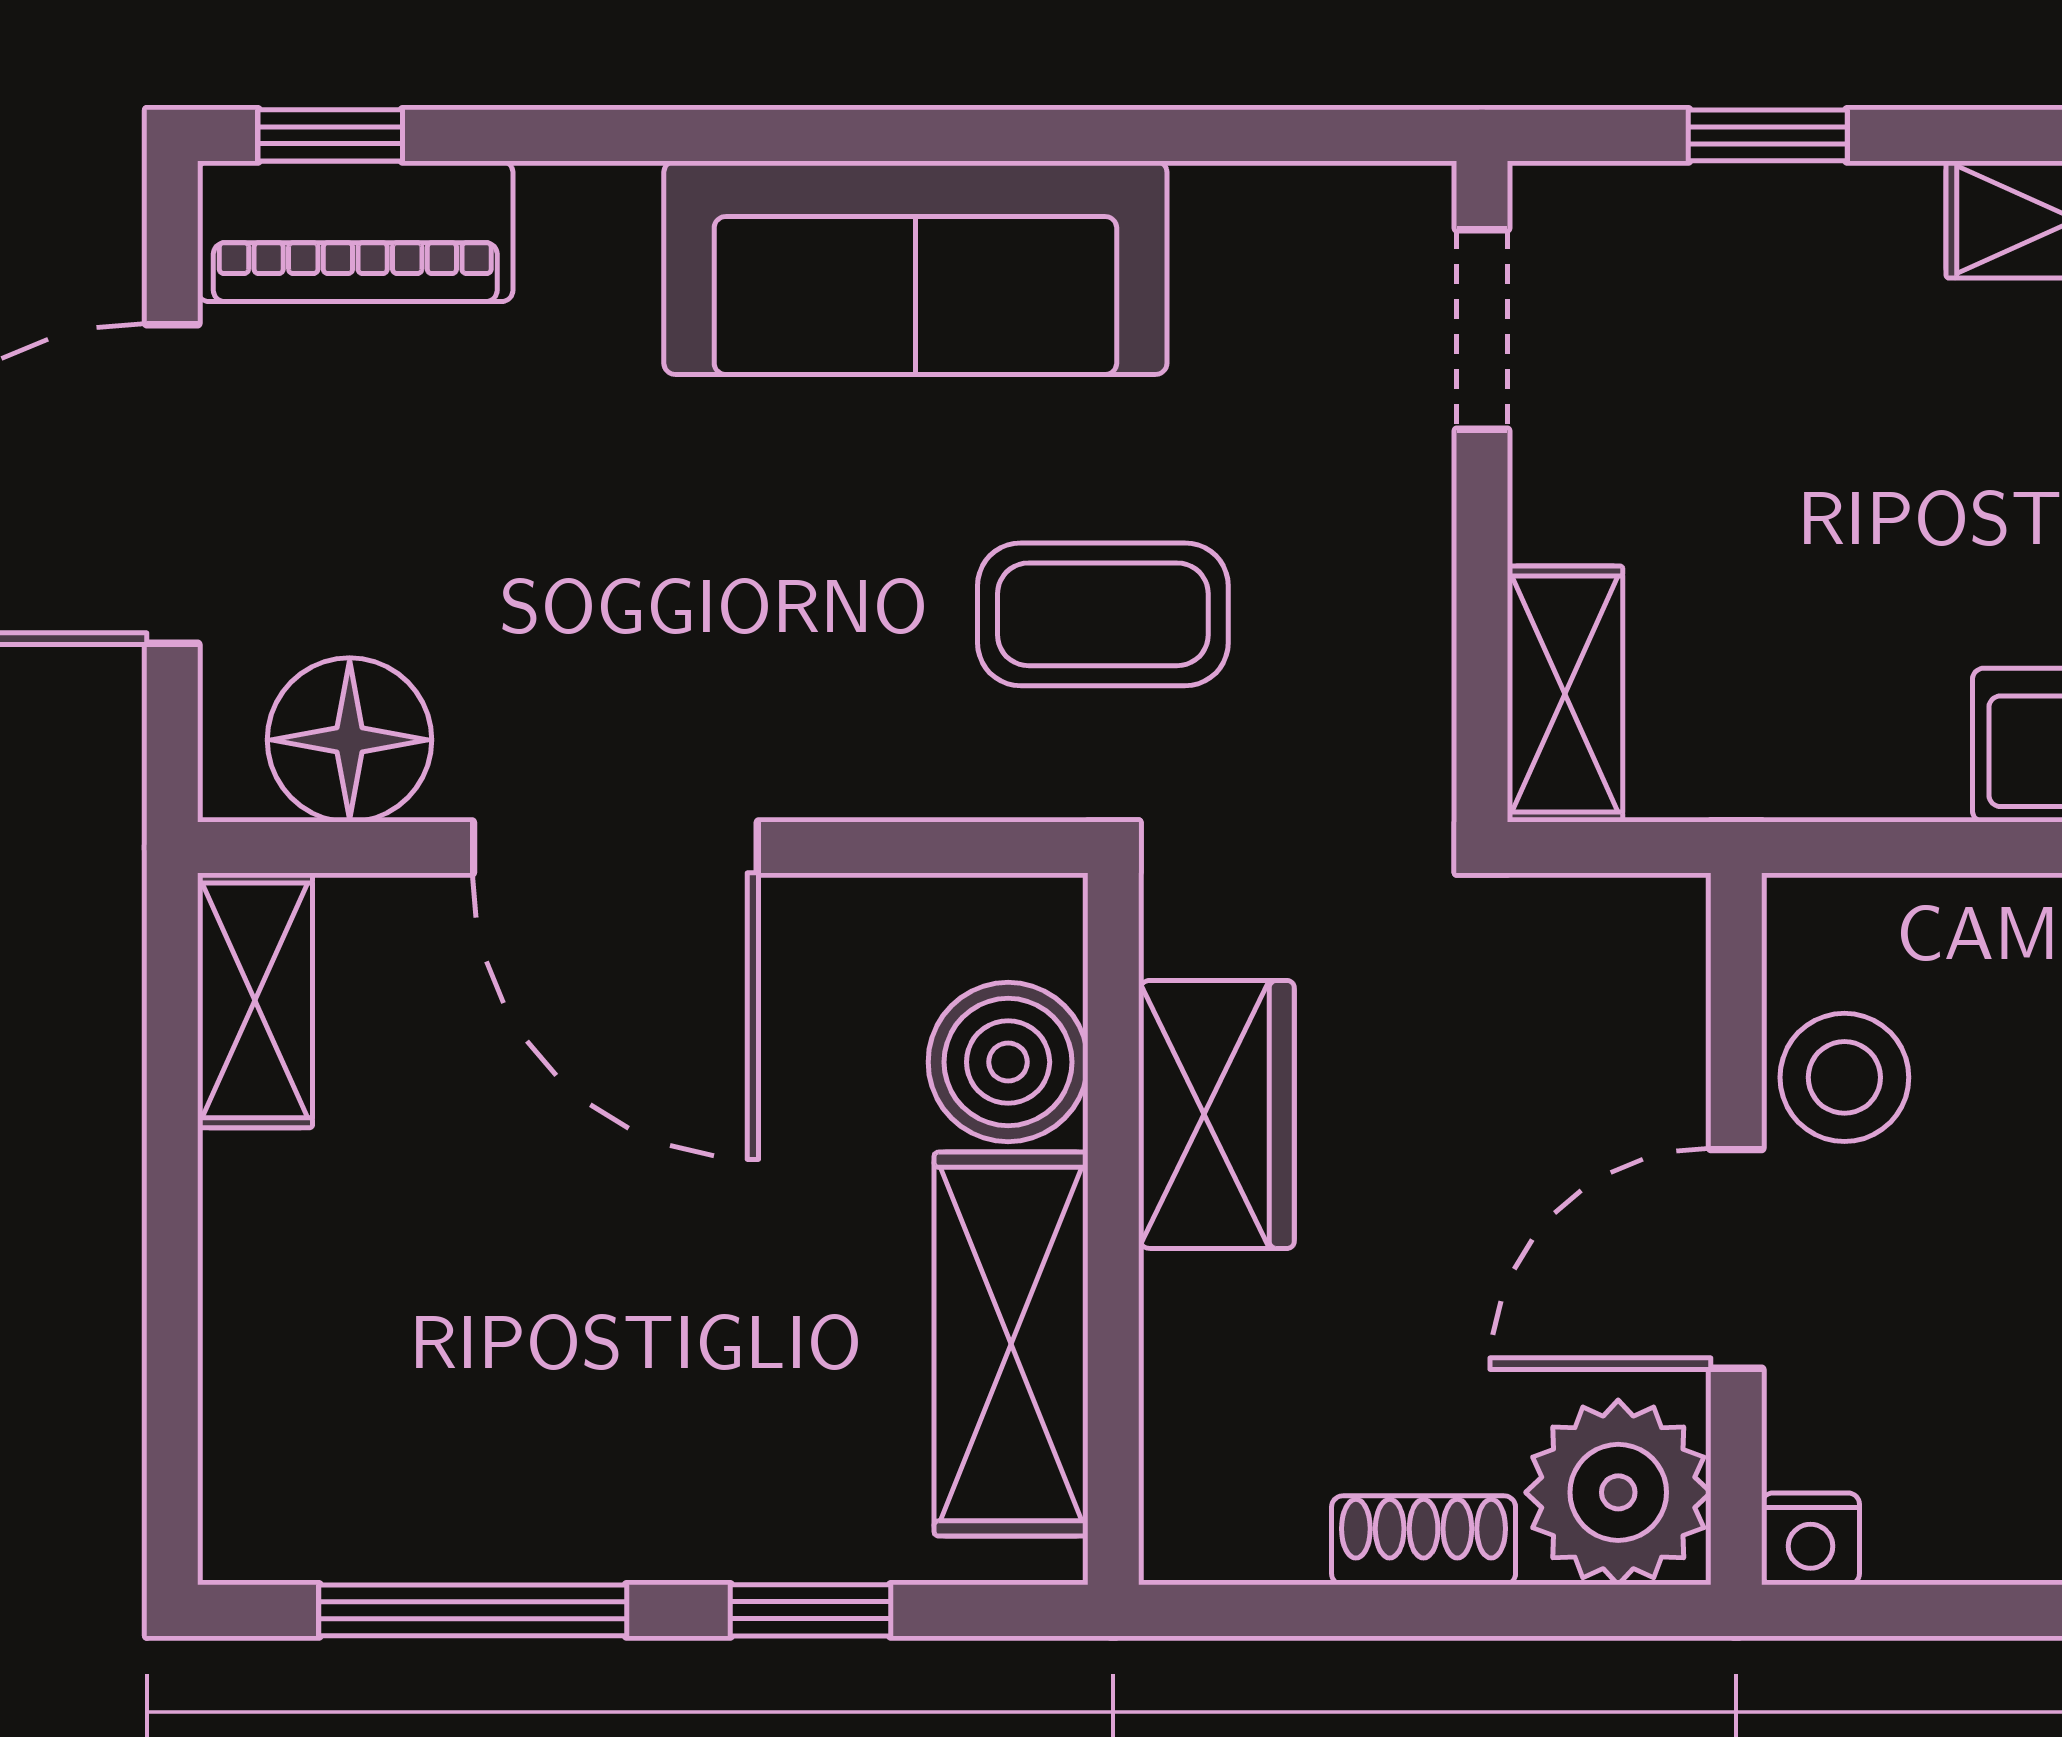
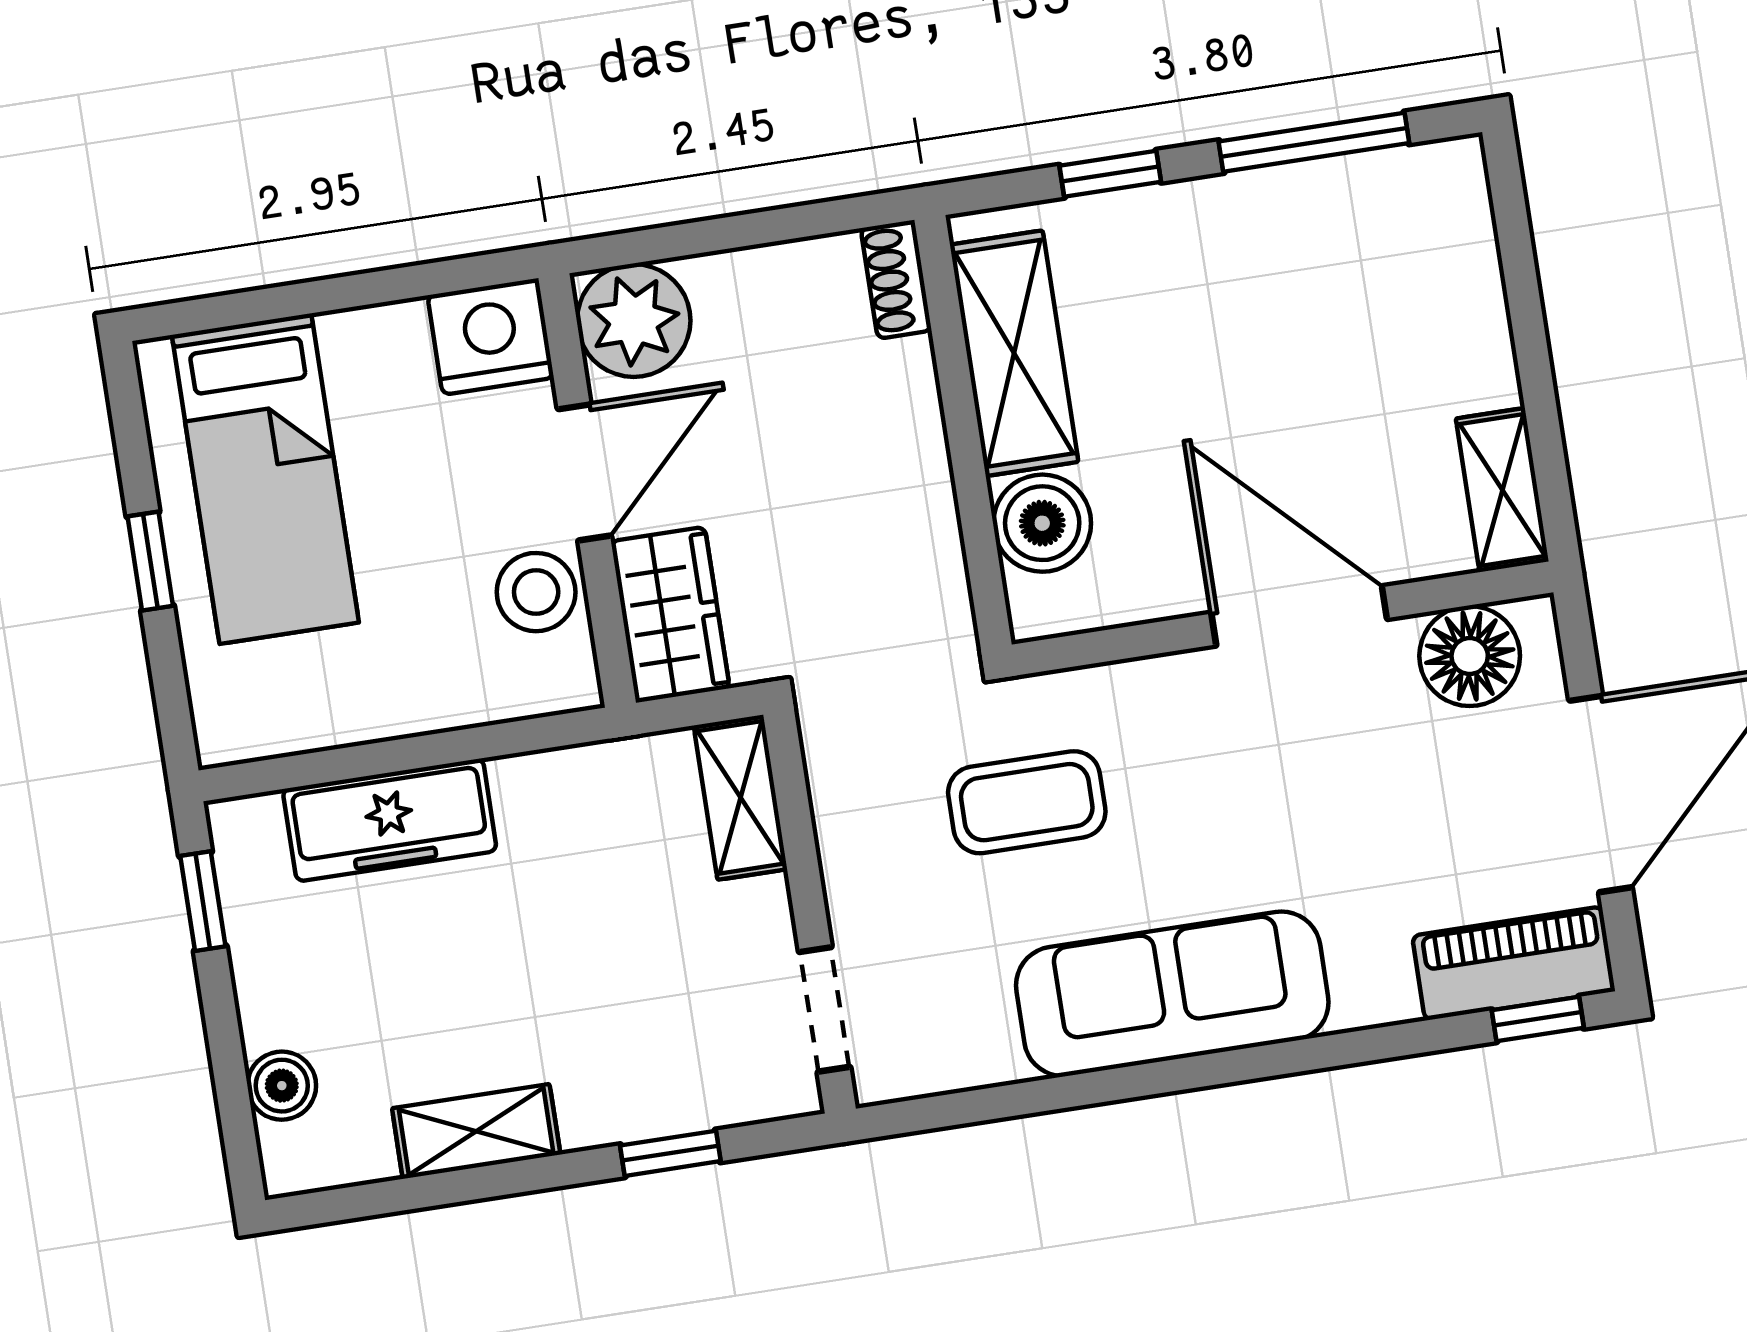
wardrobe: (1216, 1114) -> (670, 615), moved, turned 180
nightstand: (1811, 1539) -> (491, 337), width x1.89, depth x1.79
shoe rack: (1424, 1540) -> (896, 279), moved, turned 90

